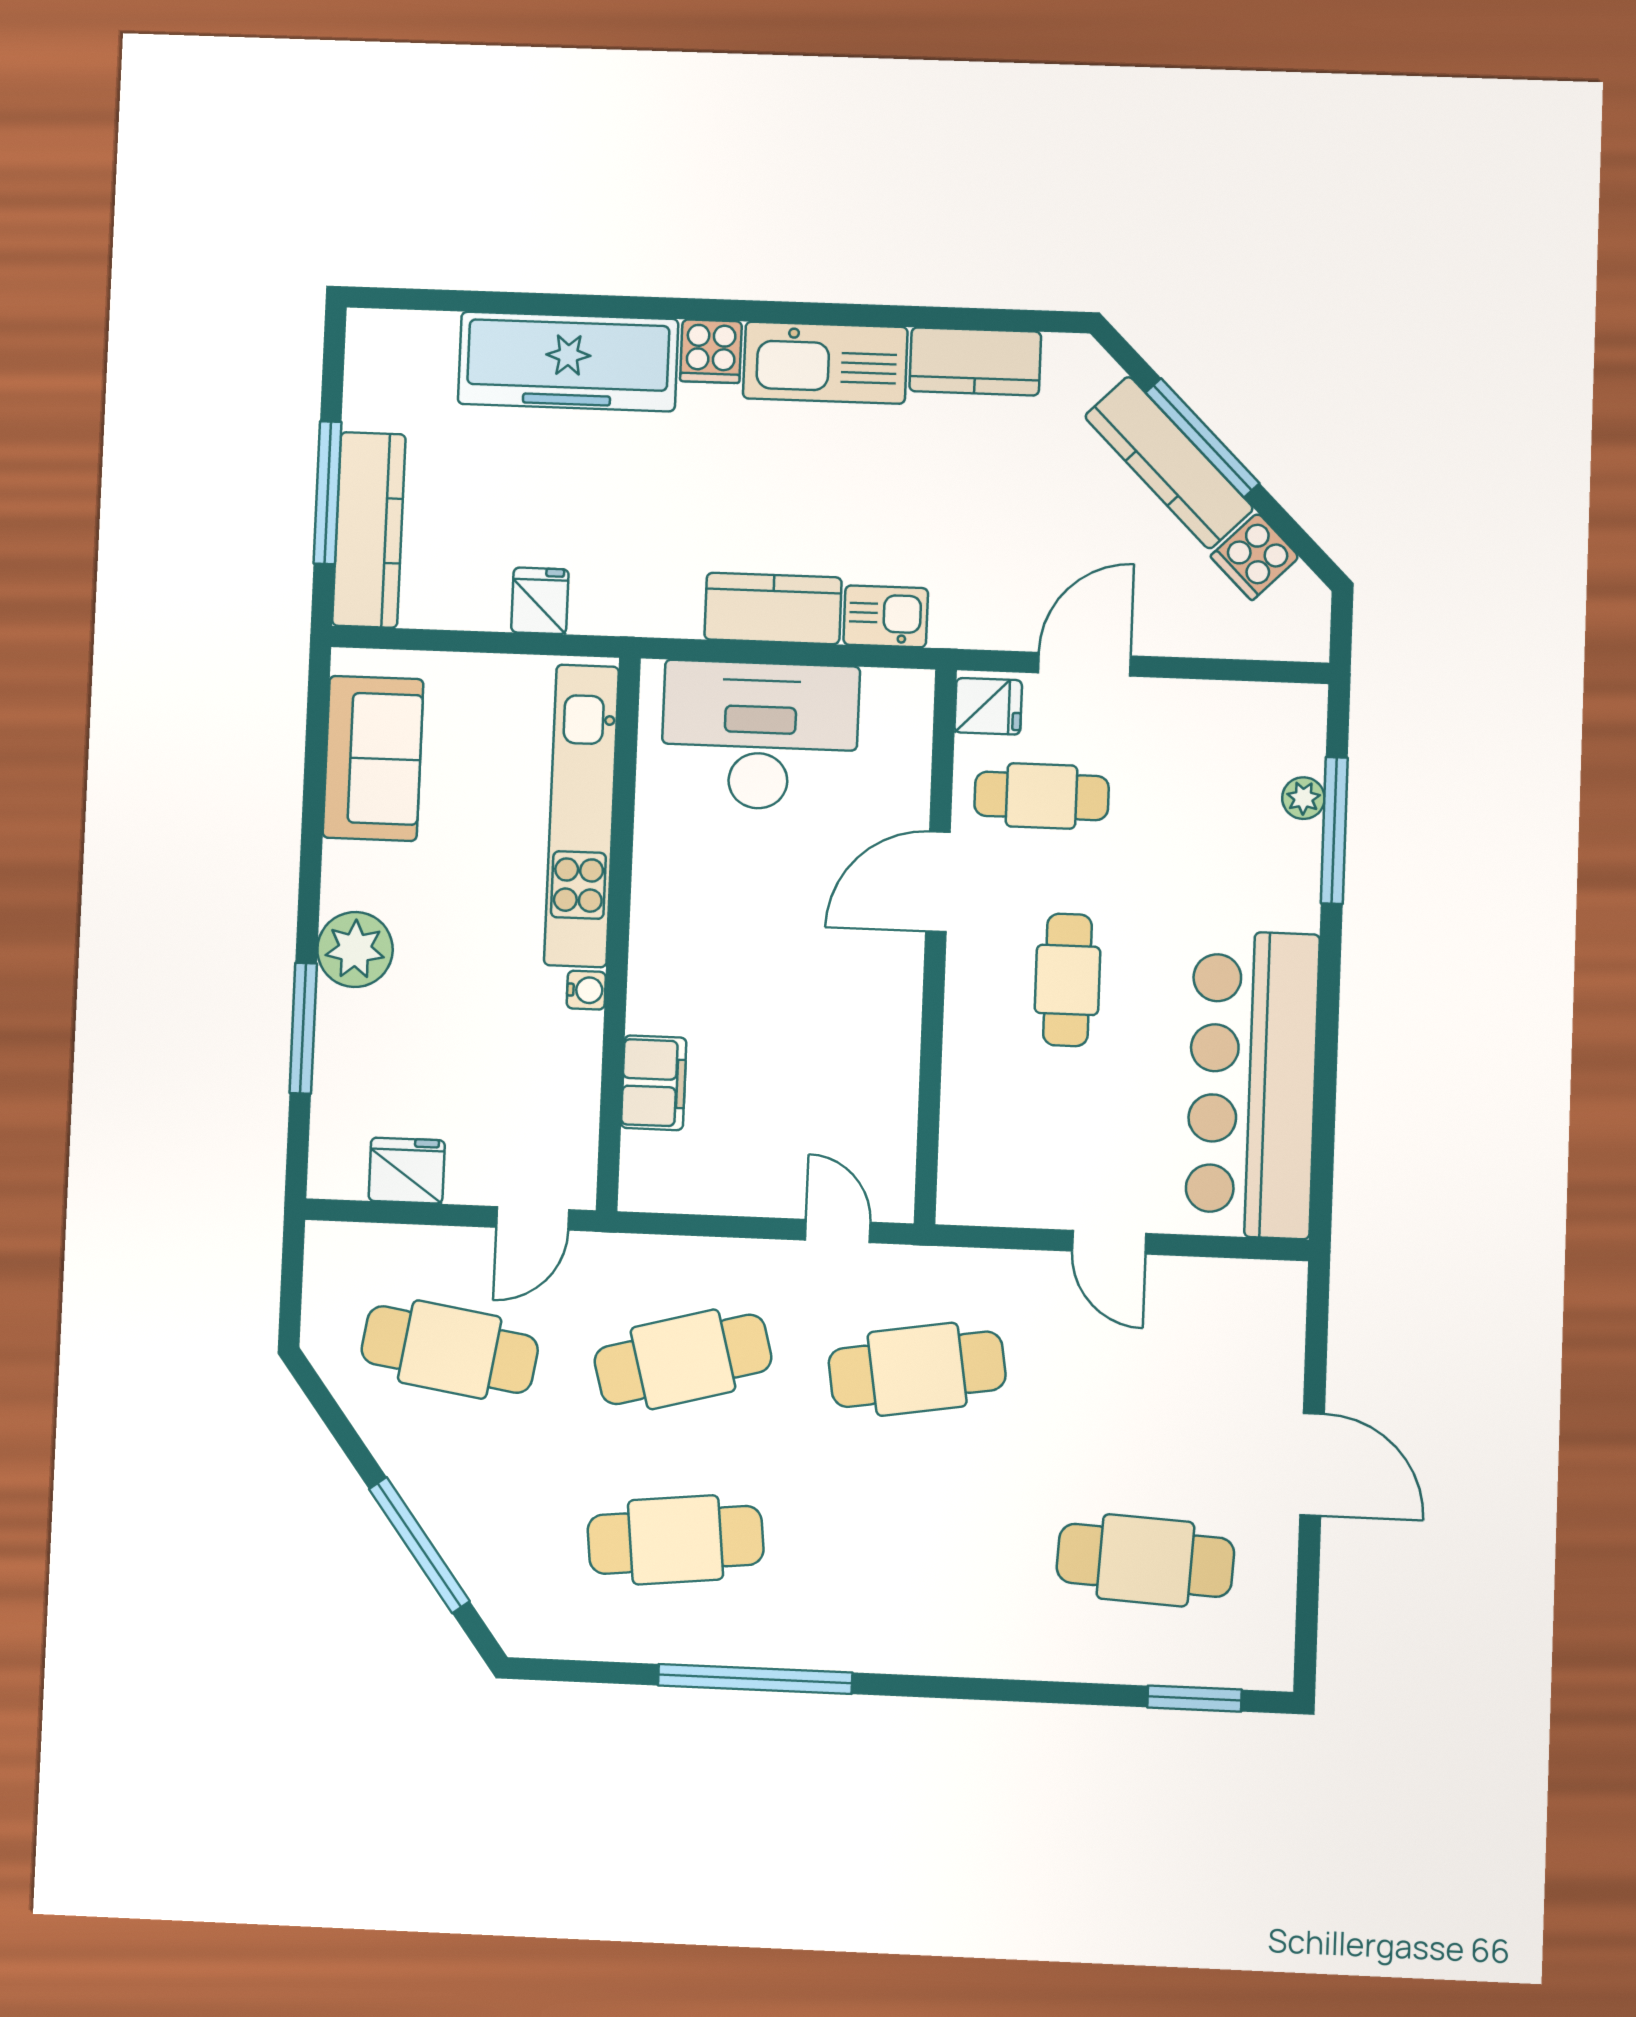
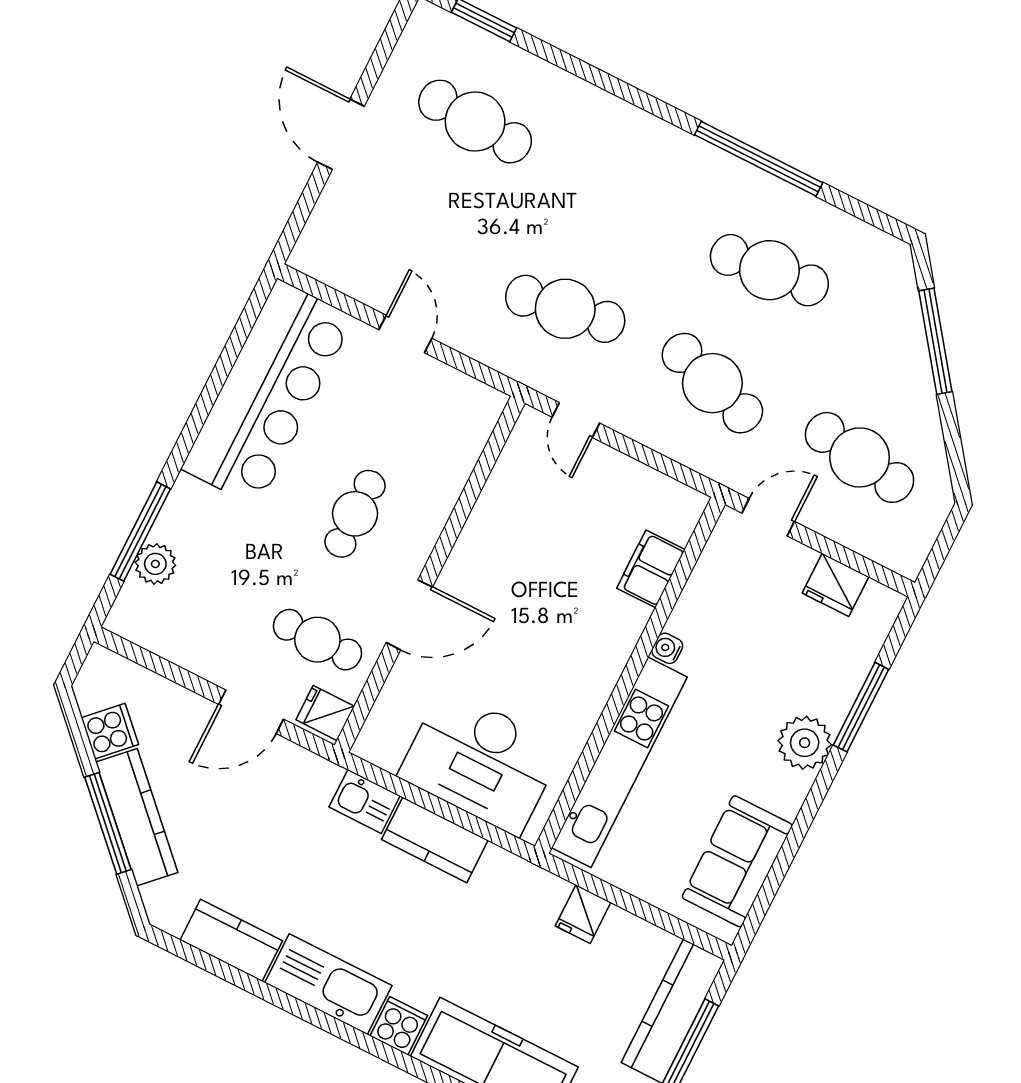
plant: (1303, 798) -> (155, 564), width x1.38, depth x1.38
cafe table: (683, 1359) -> (712, 383), turned 33

